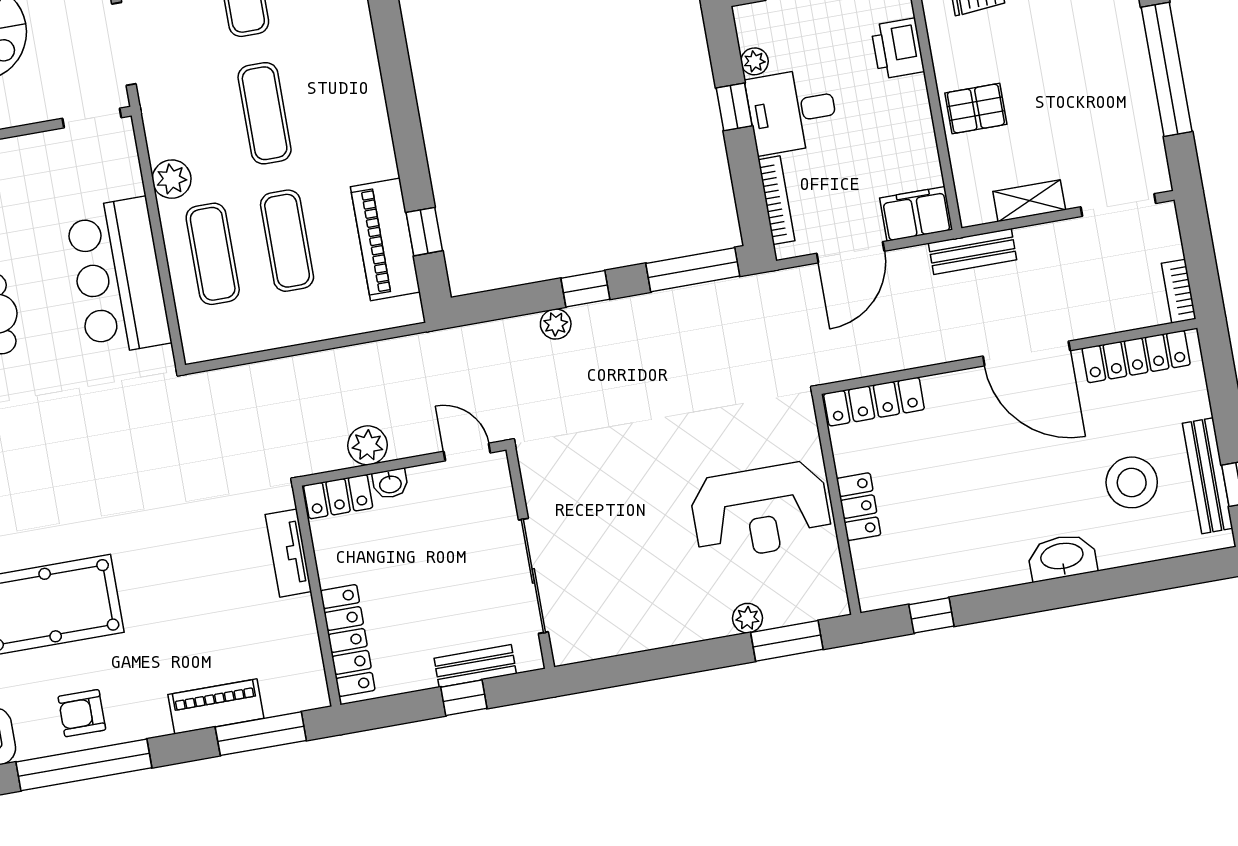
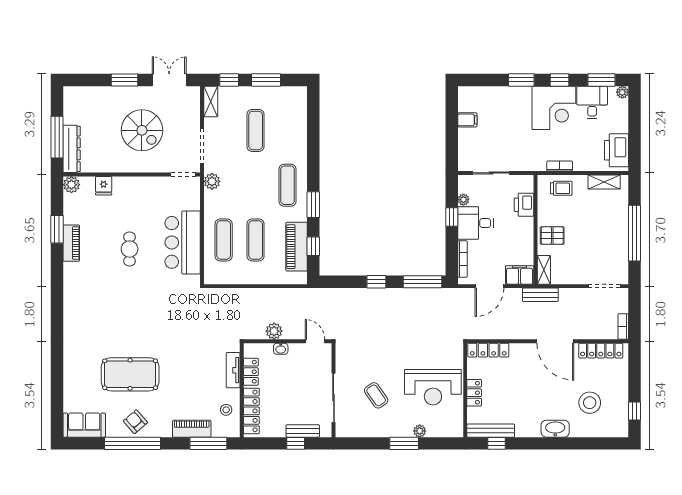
exercise mat: (265, 113) -> (287, 185), moved
window: (407, 135) -> (313, 205), added
plant: (172, 179) -> (212, 181), moved
shelving: (1029, 201) -> (544, 270), moved, turned 90
plant: (556, 324) -> (361, 294), removed
bench: (1208, 476) -> (491, 431), moved, turned 90
locker: (338, 497) -> (251, 372), moved, turned -90
coffee table: (631, 553) -> (376, 395), added
window: (787, 641) -> (404, 443), moved
stool: (288, 648) -> (226, 410), added
armchair: (82, 713) -> (135, 422), turned 49

